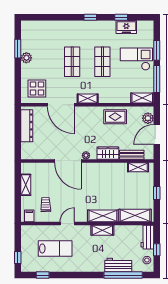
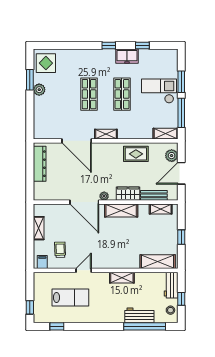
freezer: (126, 27) -> (127, 56), moved
display table: (37, 89) -> (46, 63), moved
shelving: (103, 216) -> (121, 211), moved

